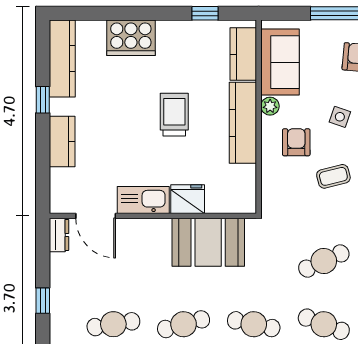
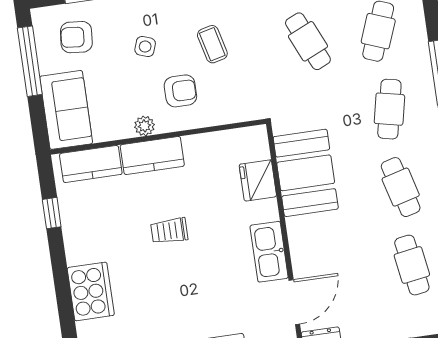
sofa: (280, 62) -> (66, 110), moved, turned 90
trolley: (174, 115) -> (169, 231), width x0.73, depth x0.72
kitchen counter: (243, 123) -> (152, 155), width x0.67
armchair: (296, 142) -> (180, 91), turned 180
fridge: (188, 199) -> (258, 180), moved

